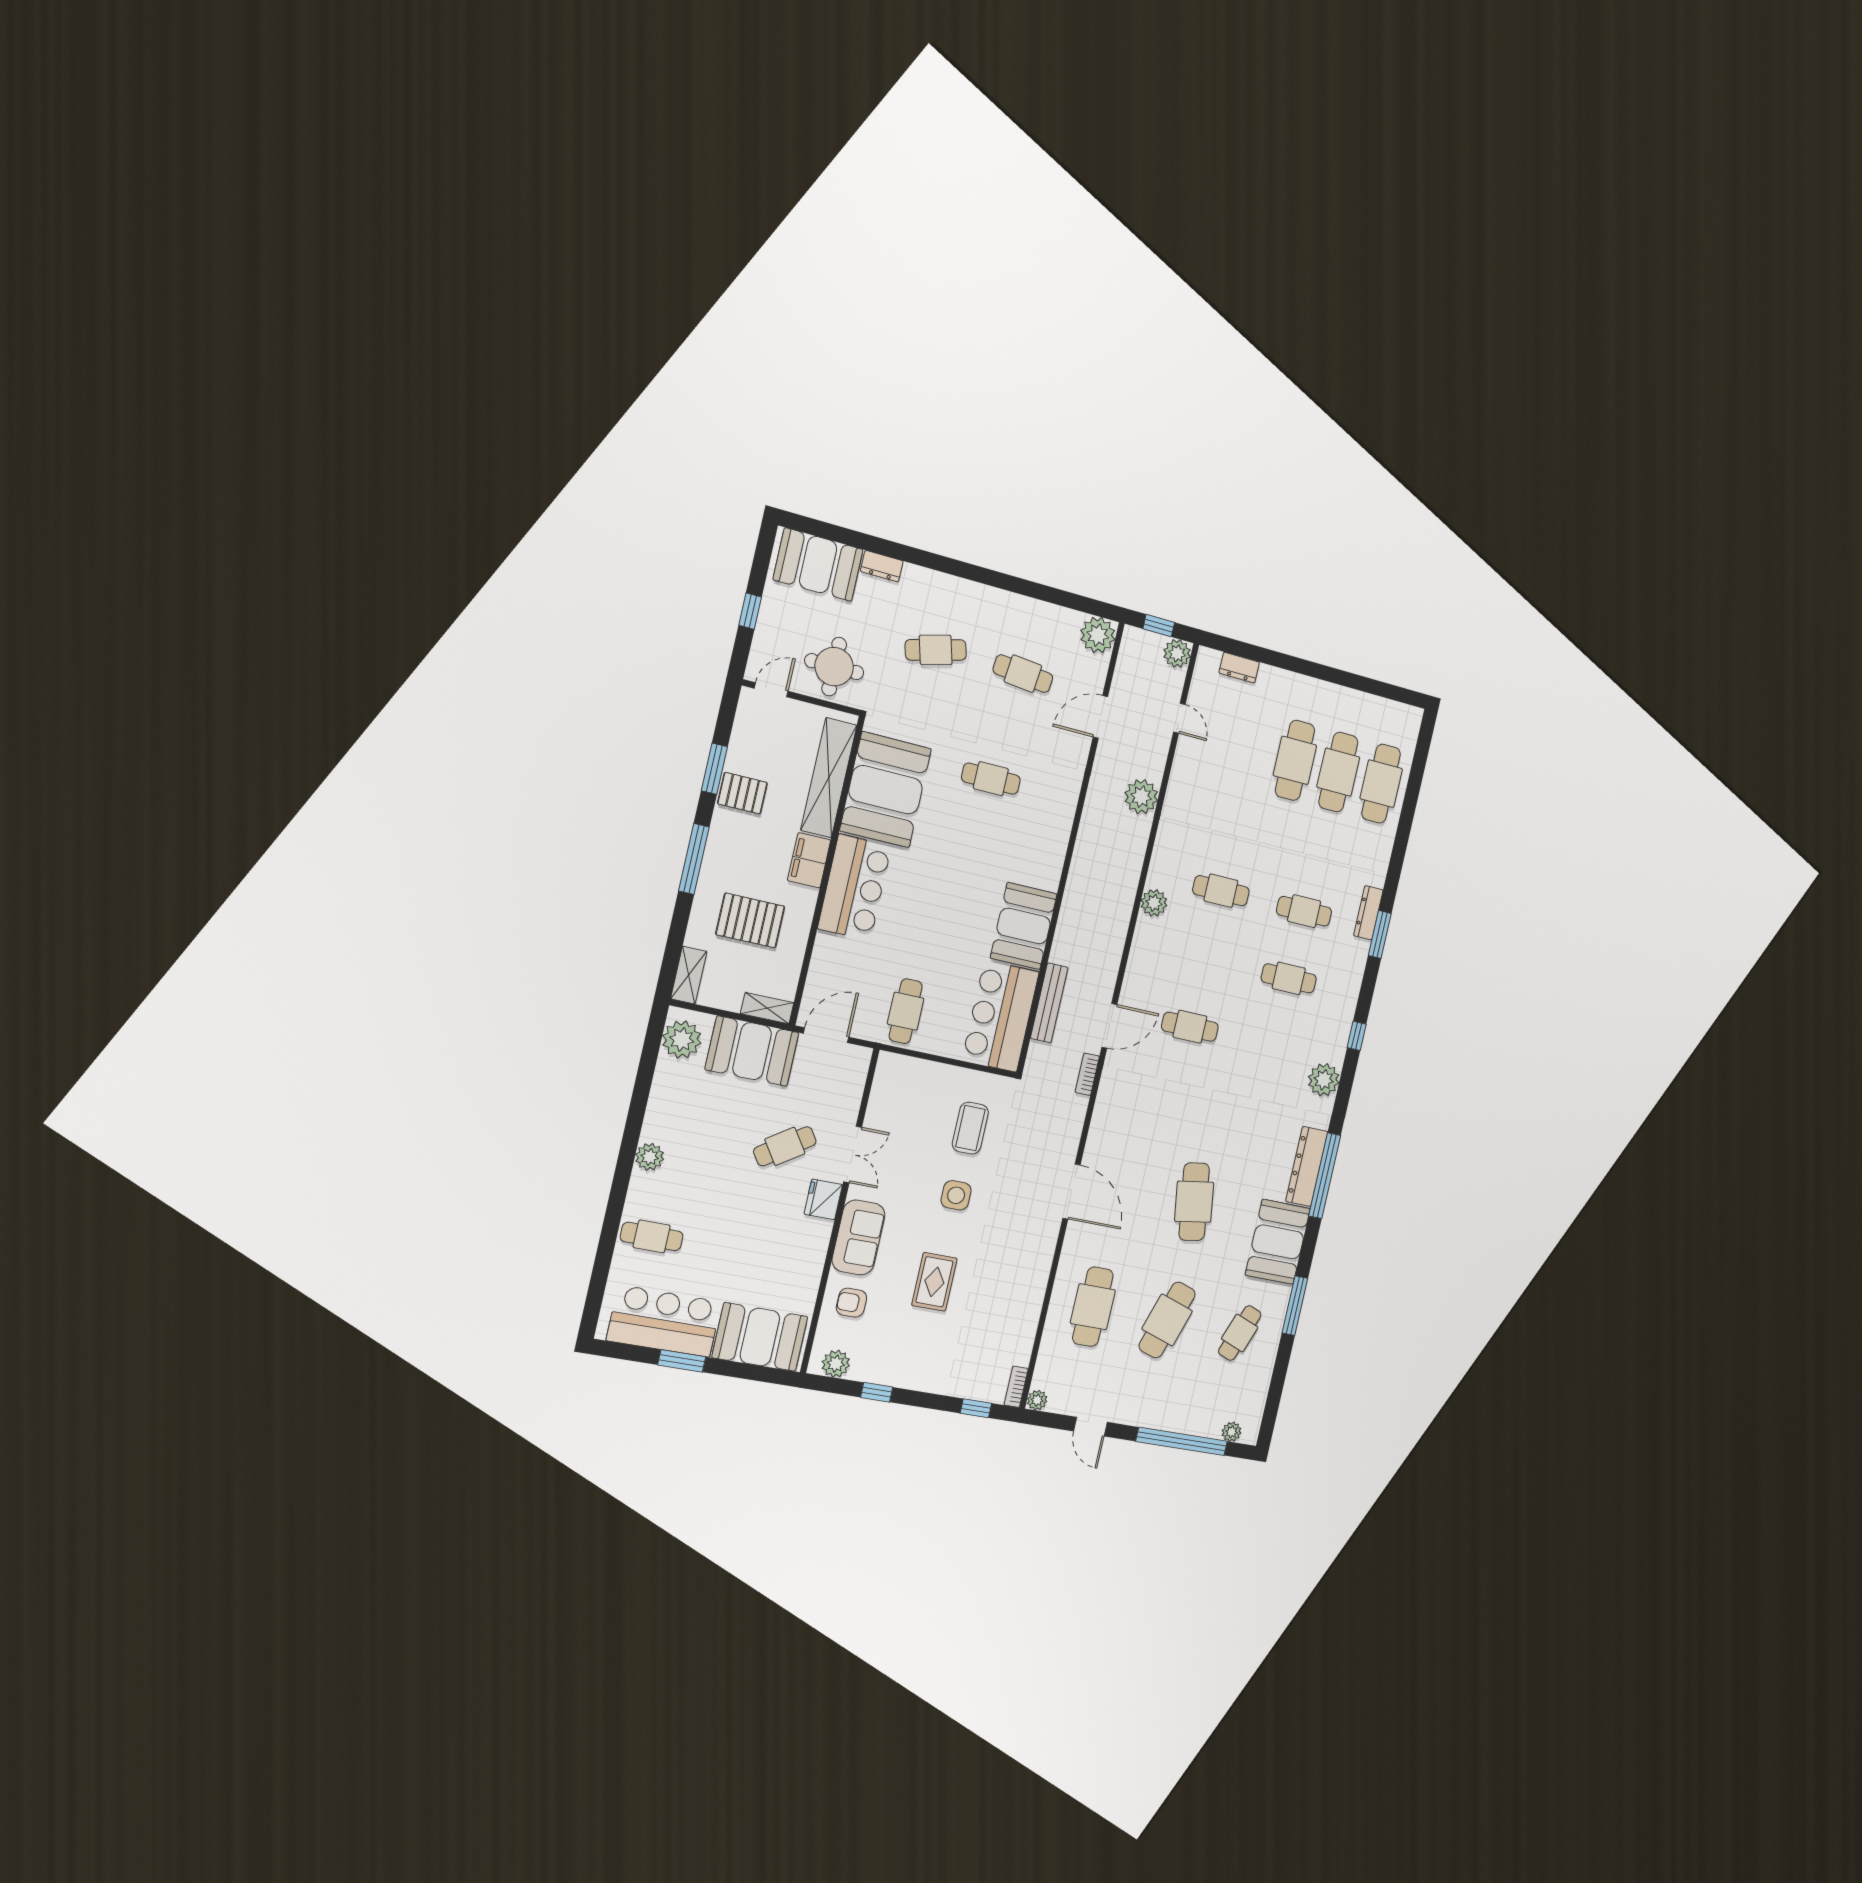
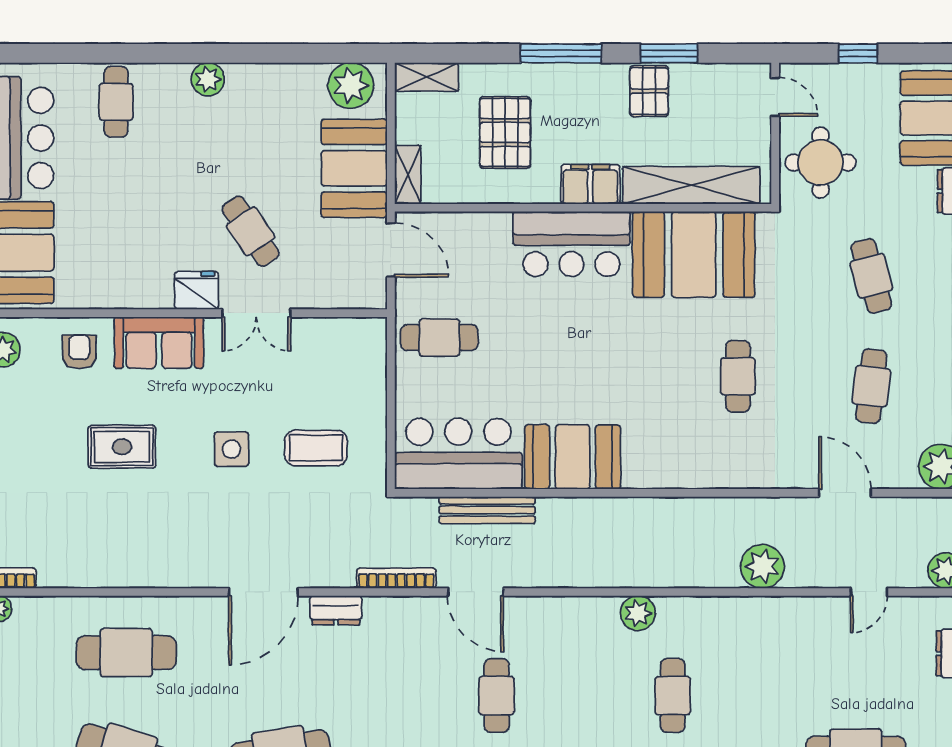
bookcase: (1087, 1074) -> (396, 578), width x1.56
dresser: (1098, 1138) -> (336, 610), added

